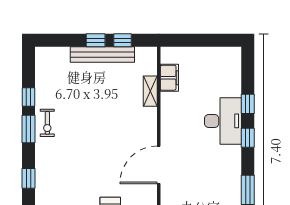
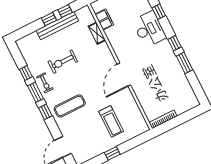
exercise bike: (86, 106) -> (63, 62), added
window: (248, 138) -> (175, 43), moved
exercise mat: (65, 170) -> (70, 106), added
window: (28, 178) -> (45, 112), moved

